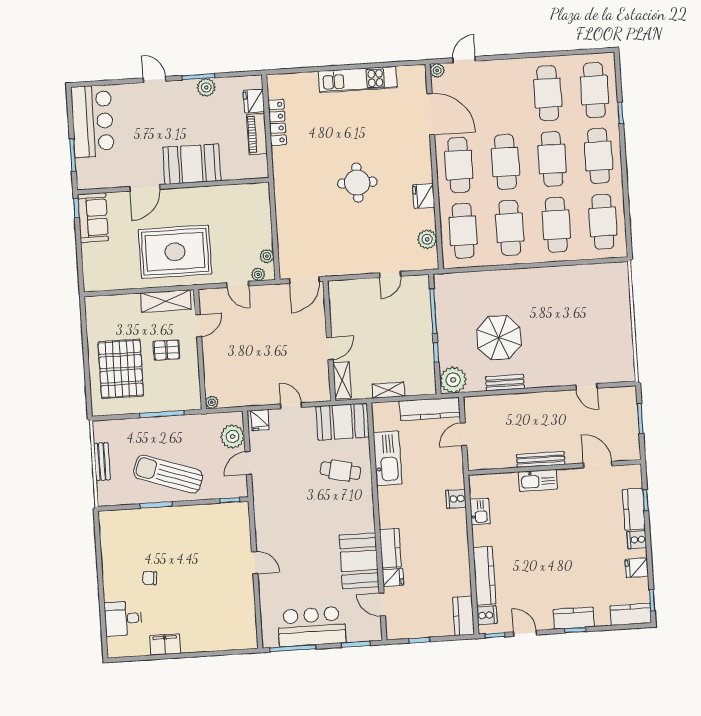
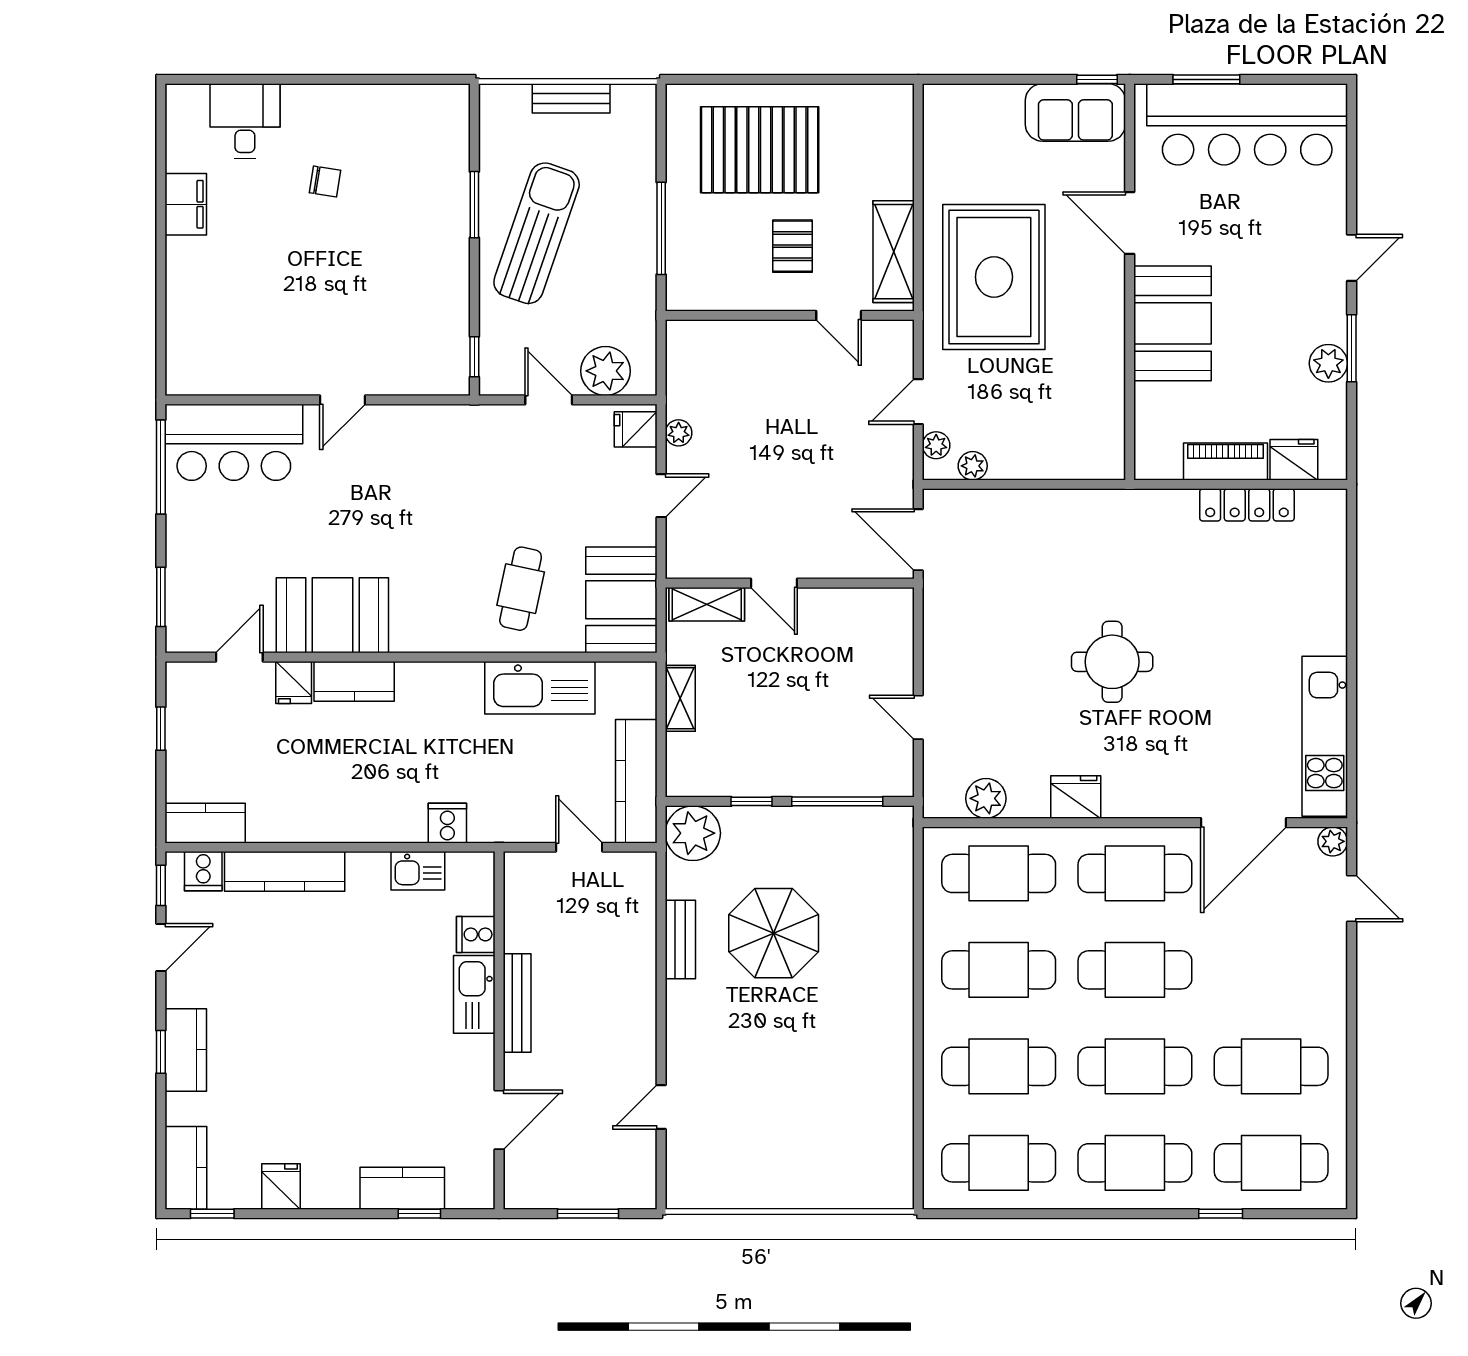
kitchen unit: (358, 79) -> (1325, 736), moved
bar counter: (92, 121) -> (1247, 124), width x1.36
plant: (212, 402) -> (679, 433), moved
cooker: (637, 540) -> (476, 934), moved, turned -90
chair: (150, 578) -> (325, 181), turned 93
bar counter: (312, 627) -> (234, 442), moved, turned 90

